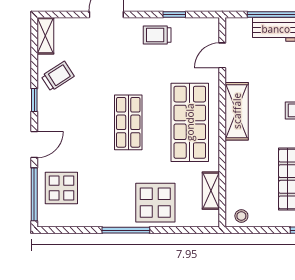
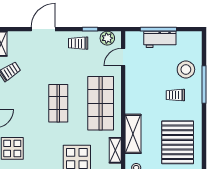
plant: (199, 28) -> (107, 38), added
shelving: (237, 111) -> (133, 134), moved

